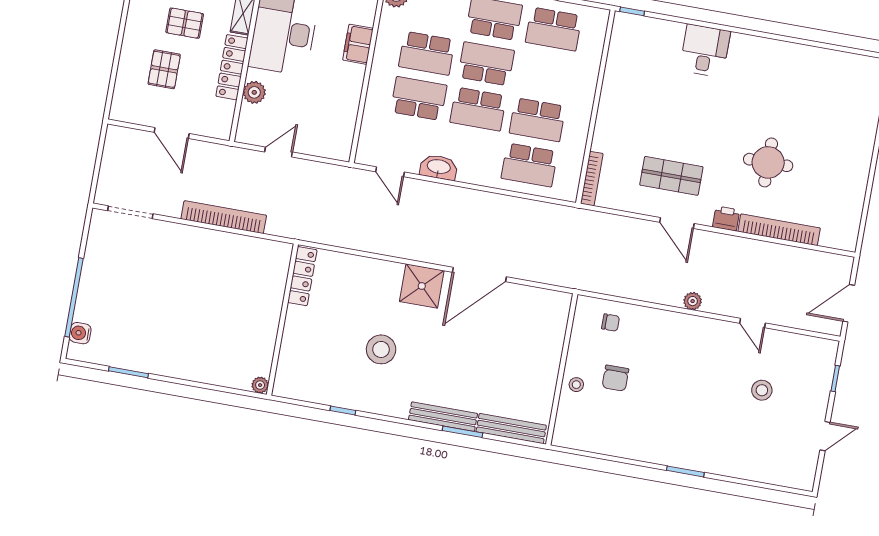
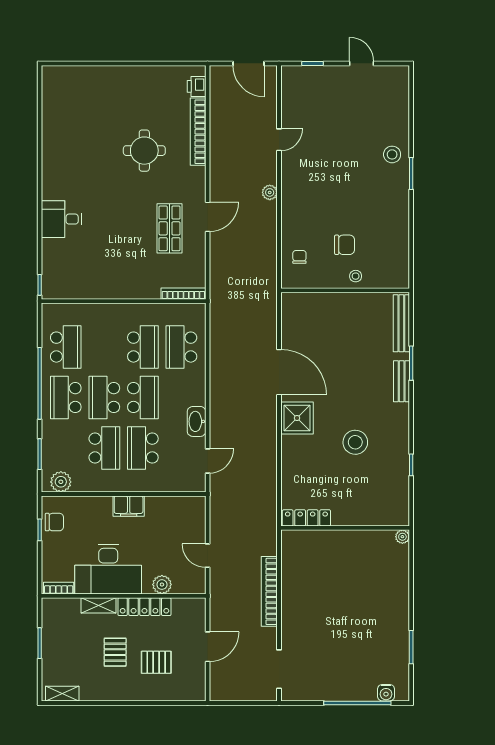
filing cabinet: (358, 44) -> (129, 506), moved
school desk: (529, 165) -> (181, 347), turned 180
printer: (726, 218) -> (197, 86), moved
stool: (762, 390) -> (392, 154), moved
bench: (443, 417) -> (402, 381), width x0.73

